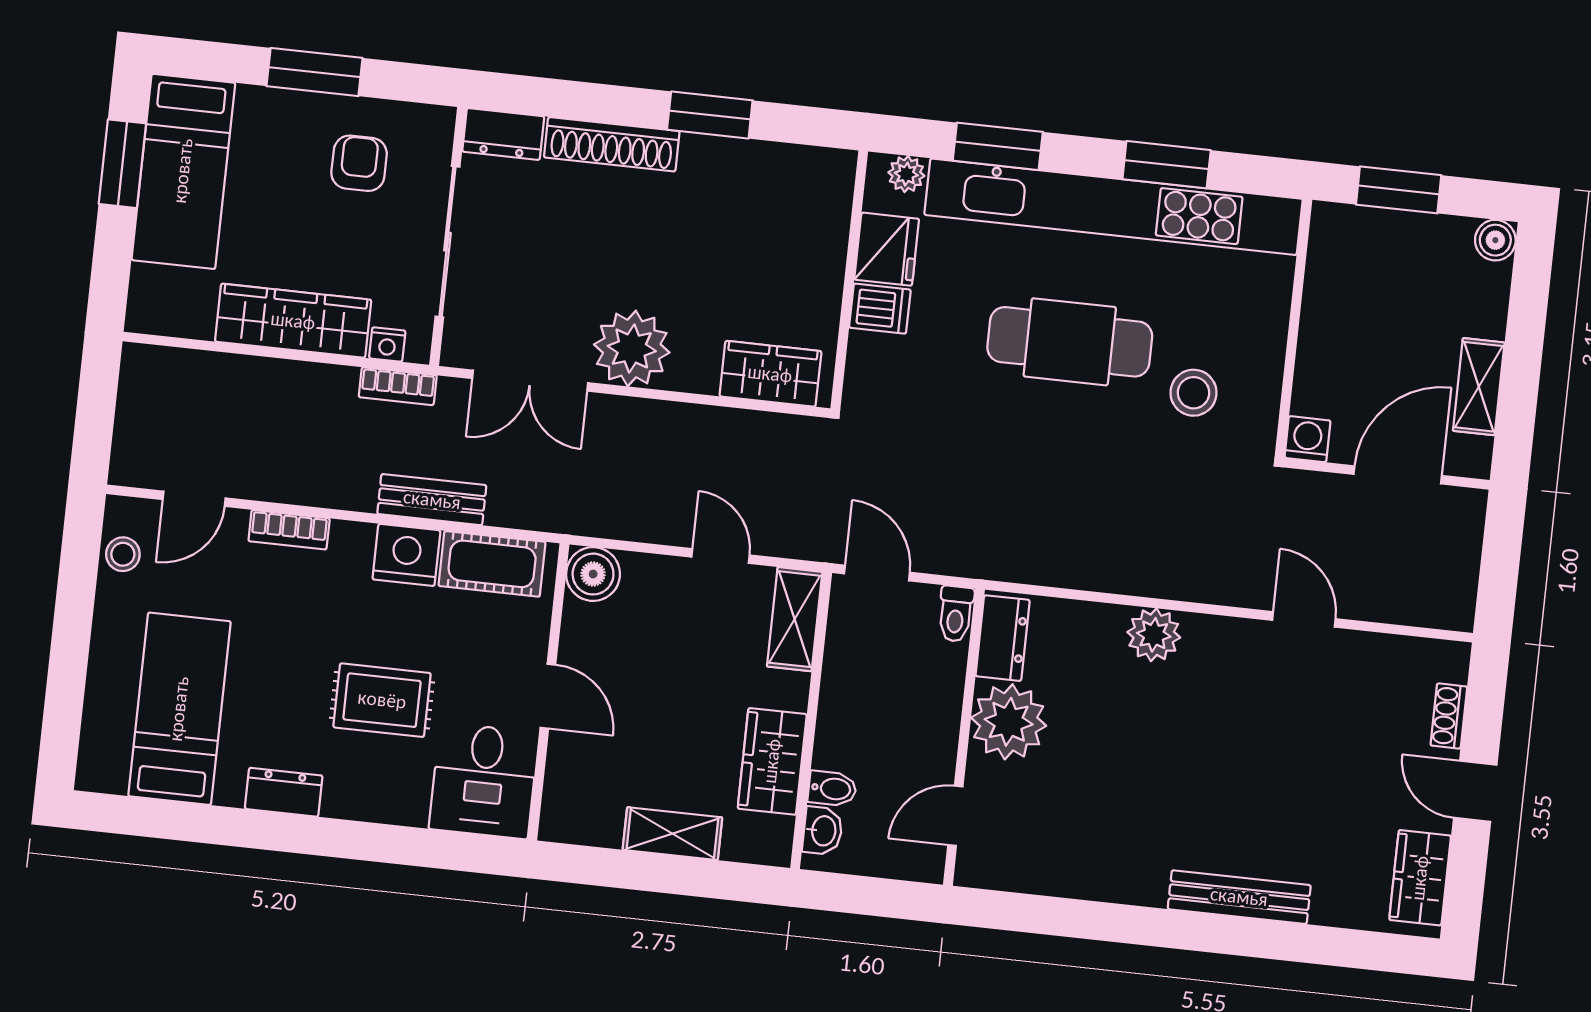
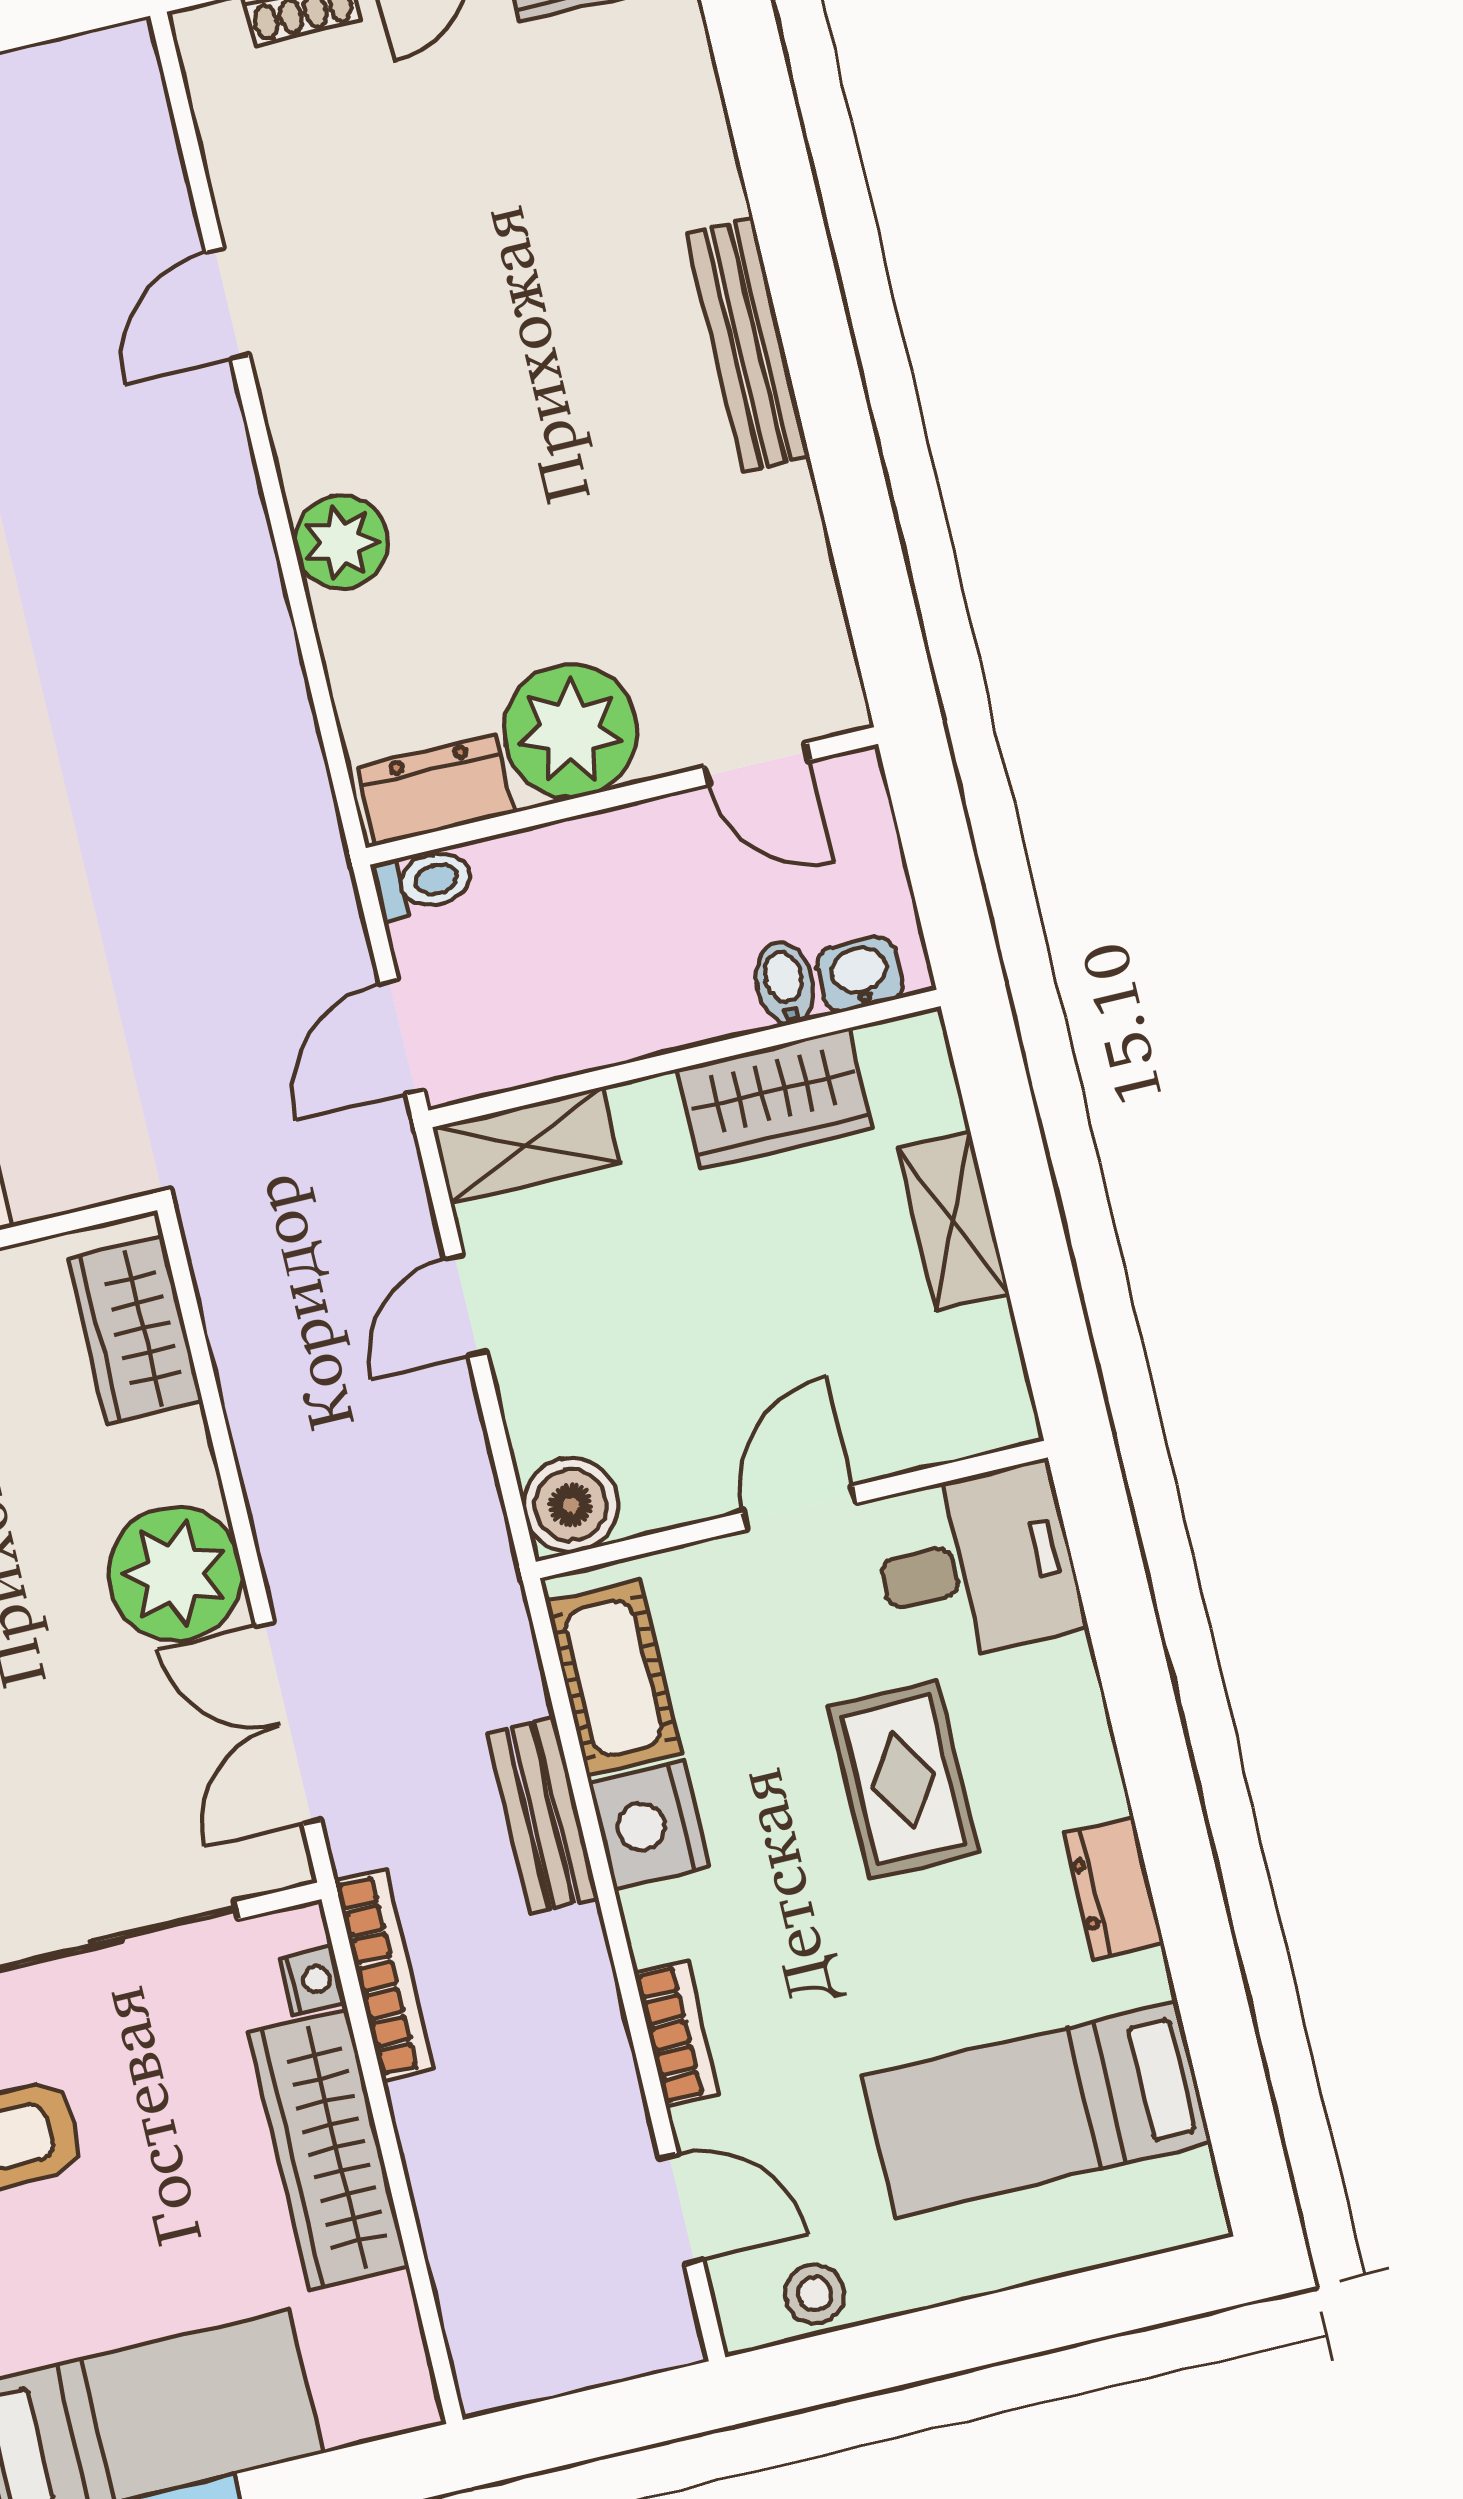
double door: (530, 381) -> (288, 1723), swing flipped
bookcase: (398, 386) -> (384, 1975), width x1.56
bench: (1239, 897) -> (748, 345), moved

